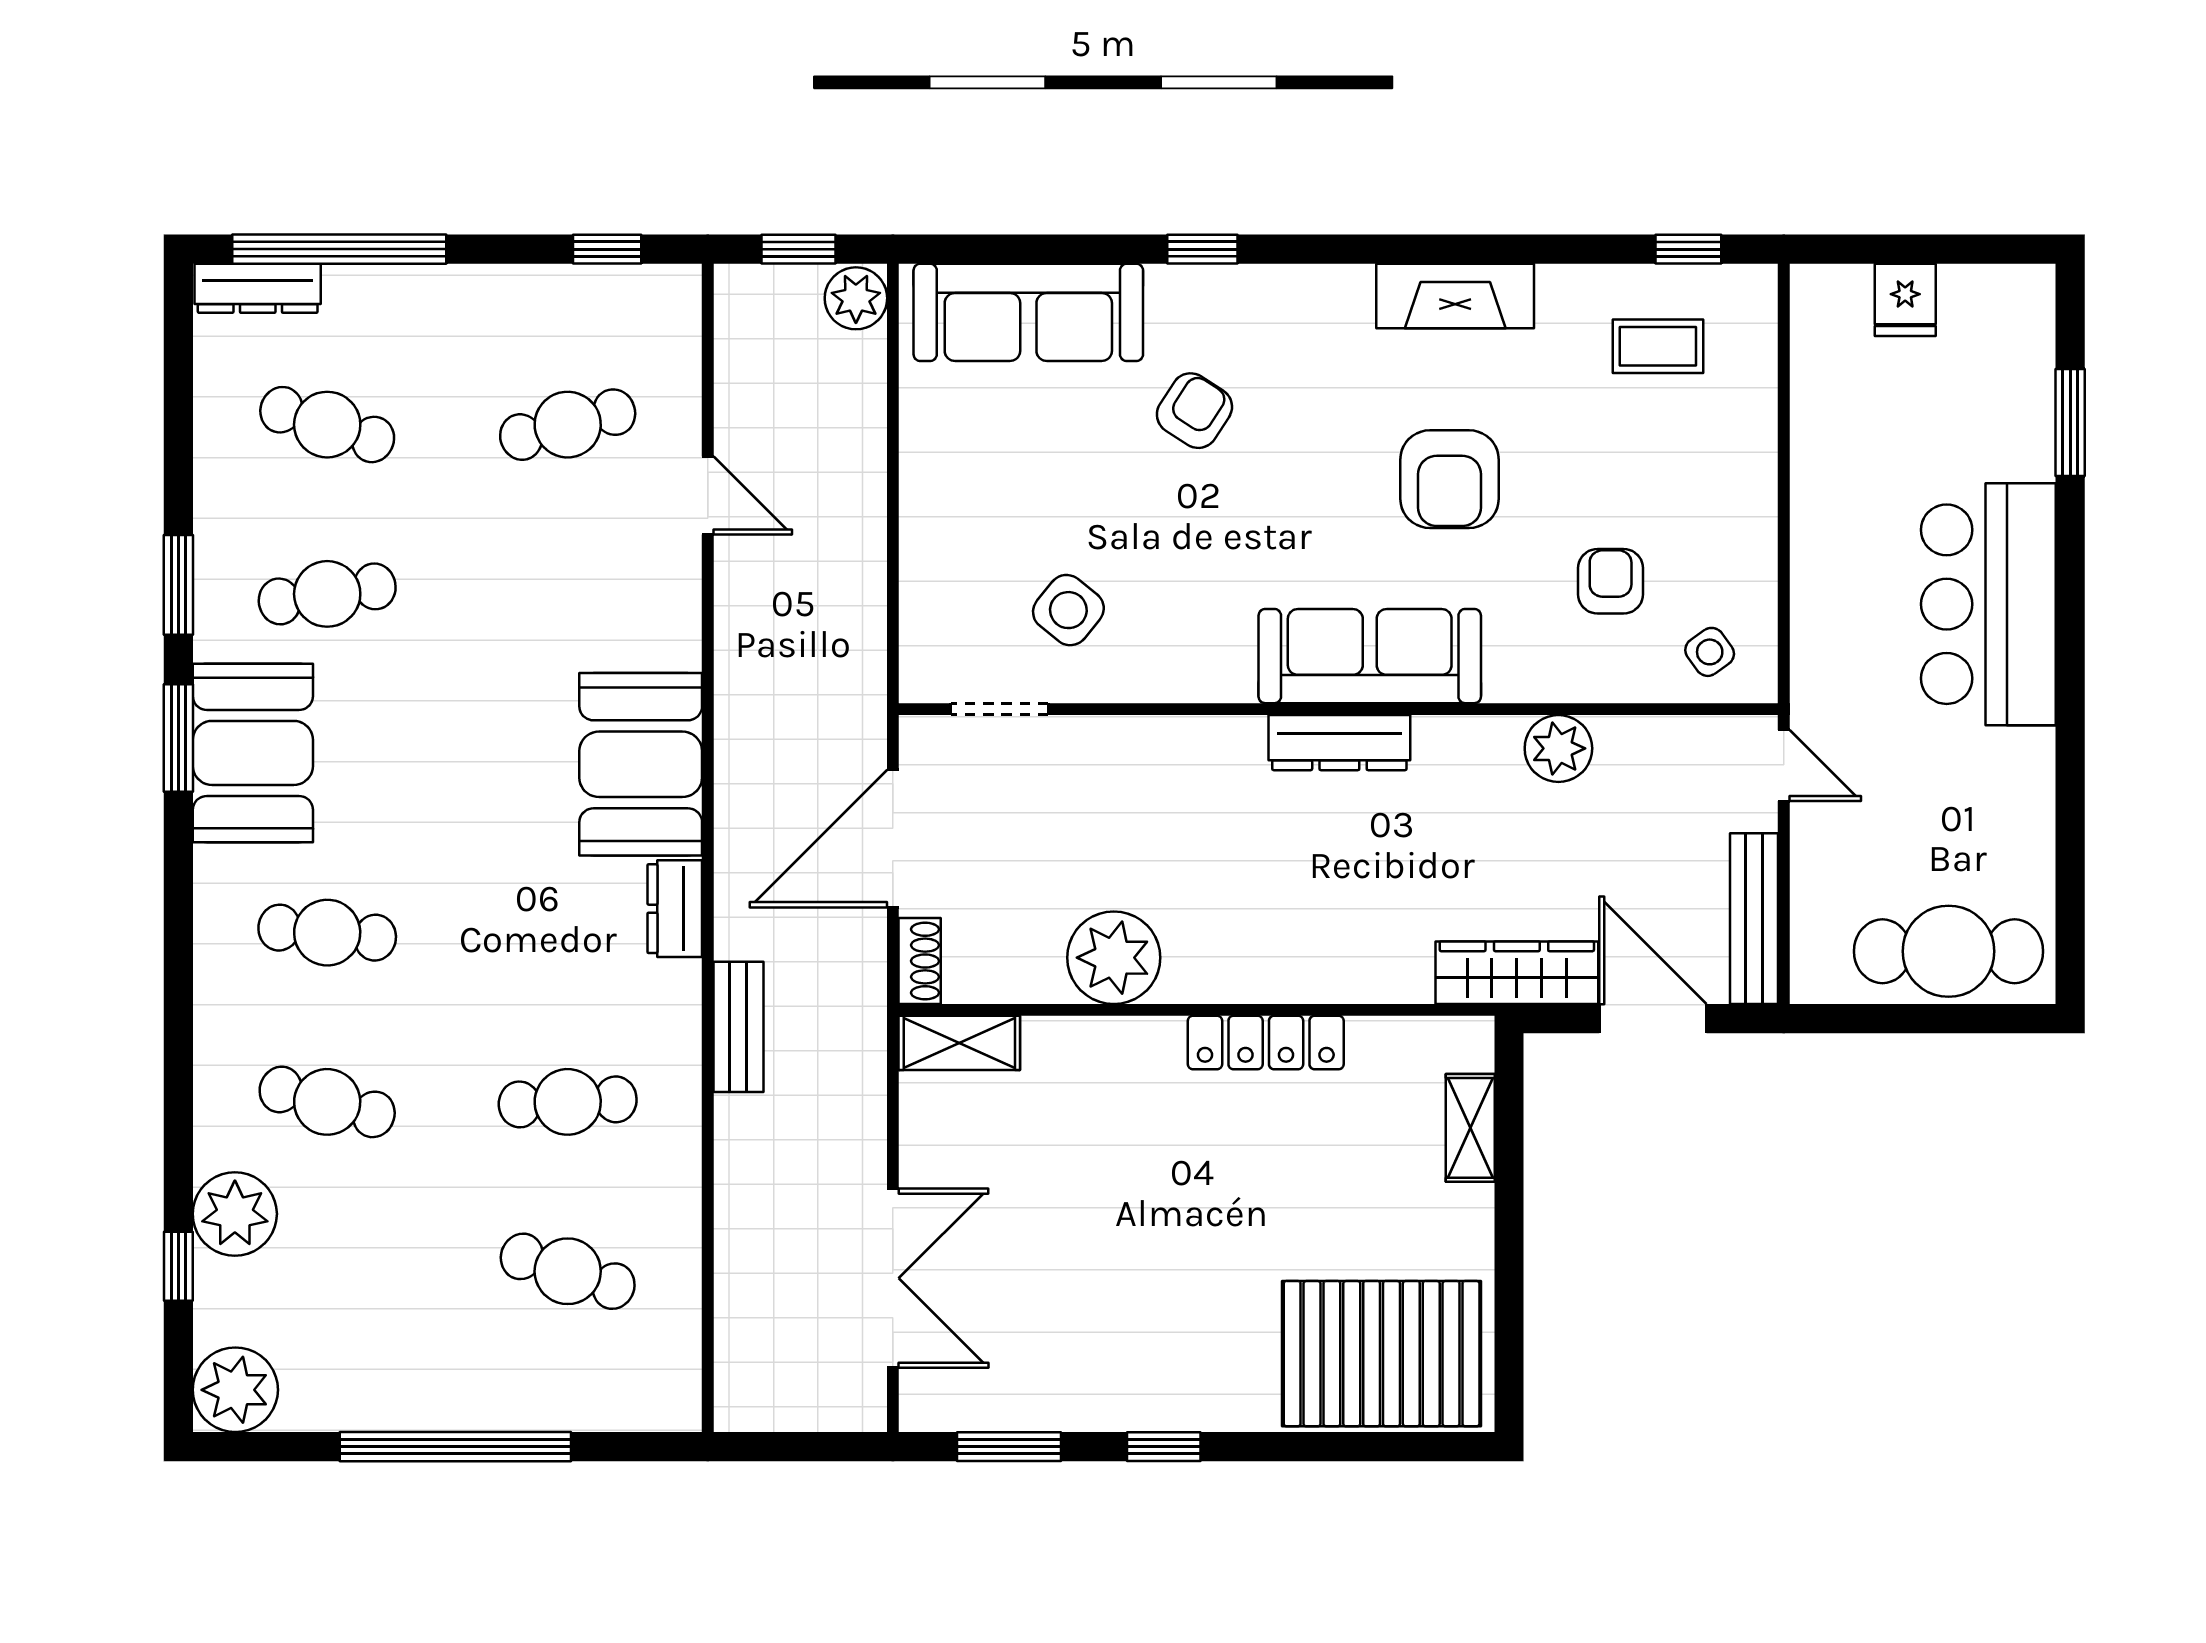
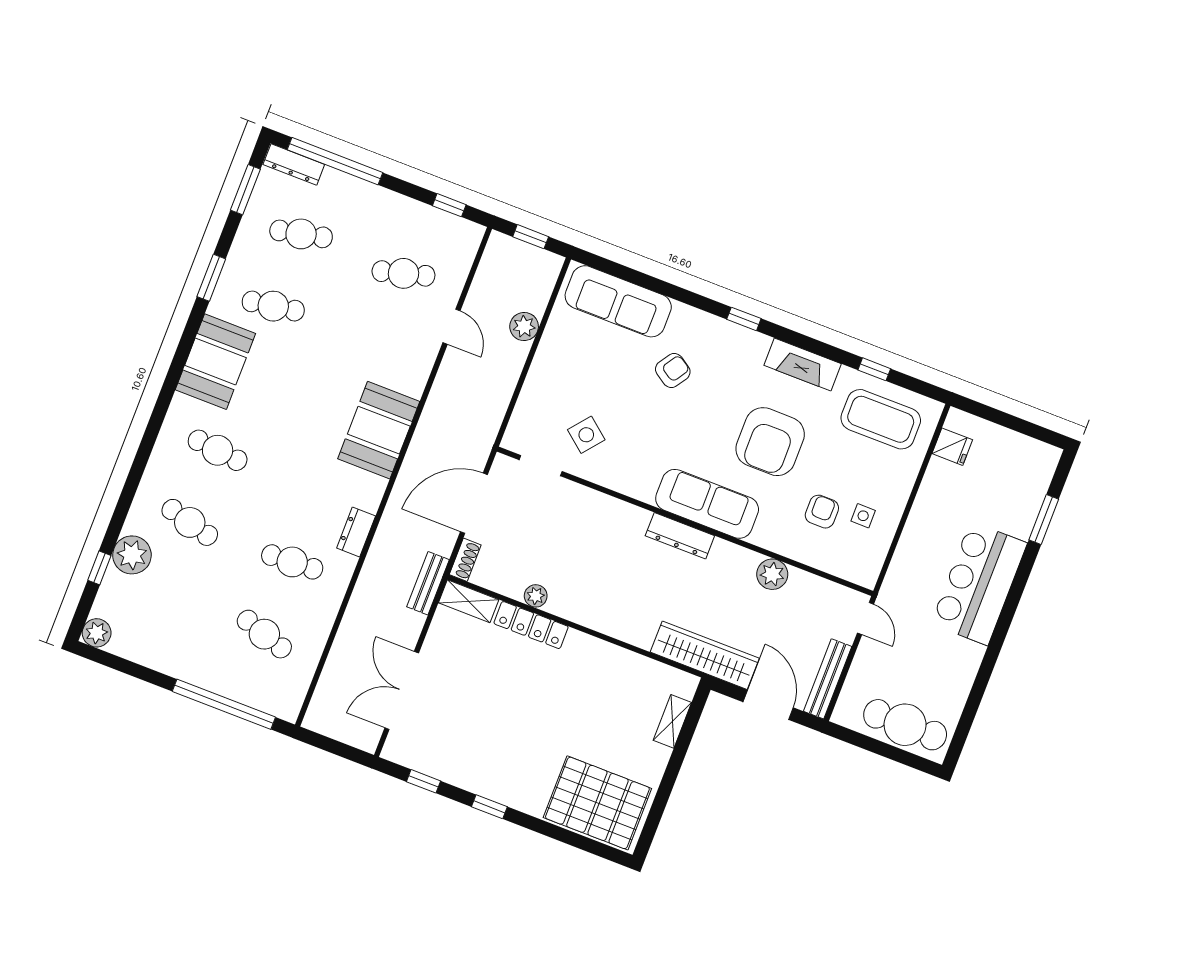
window: (1202, 249) -> (744, 319), moved
window: (1688, 249) -> (874, 369), moved
plant: (856, 298) -> (524, 327), moved
fridge: (1905, 300) -> (952, 447), moved, turned -90
coffee table: (1658, 346) -> (881, 419), width x1.86, depth x1.72
cafe table: (327, 425) -> (301, 234), turned -30
armchair: (1449, 479) -> (770, 442), width x1.36, depth x1.36
side table: (1710, 652) -> (863, 516), moved, turned 36
window: (178, 738) -> (245, 190), moved
dresser: (675, 909) -> (356, 532), moved
plant: (1114, 958) -> (536, 596), width x0.53, depth x0.53
wardrobe: (1517, 973) -> (705, 655), width x1.40, depth x1.17
bench: (738, 1027) -> (428, 583), moved
locker: (1266, 1042) -> (531, 625), moved
double door: (893, 1278) -> (402, 690), swing flipped
plant: (235, 1390) -> (97, 633), width x0.73, depth x0.73
window: (455, 1447) -> (224, 704), moved
window: (1009, 1447) -> (423, 781), width x0.67

